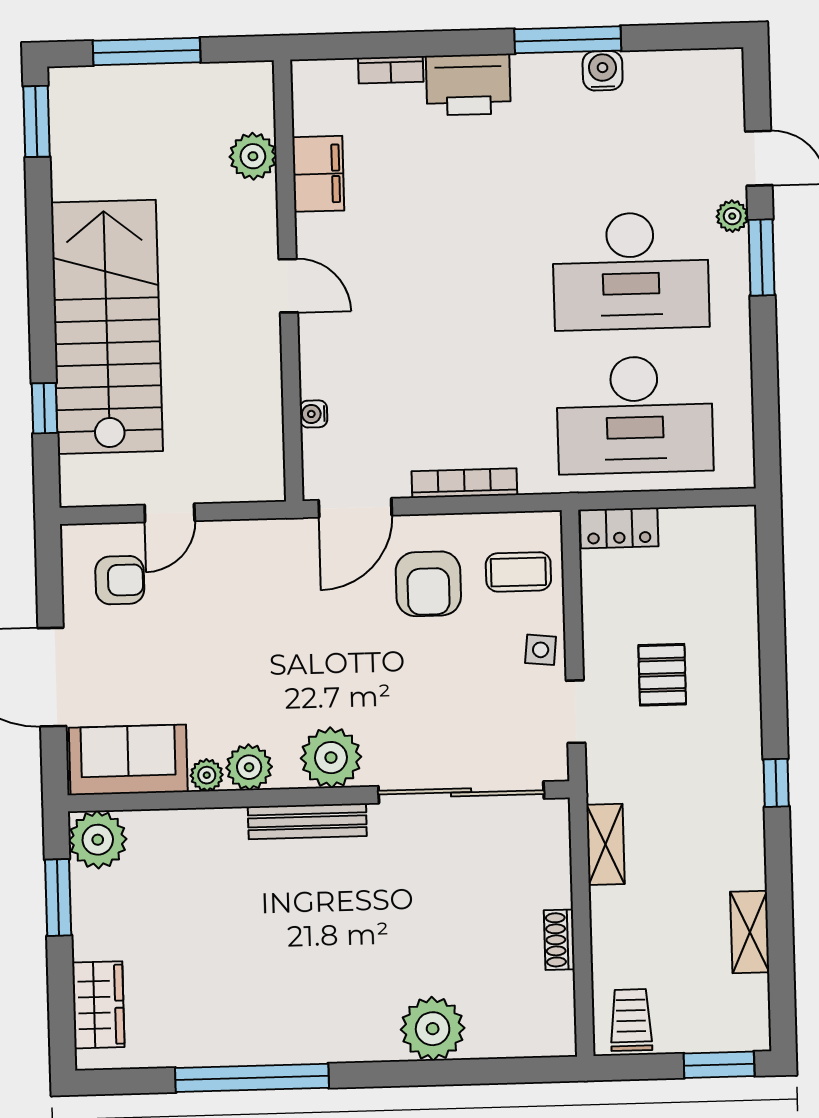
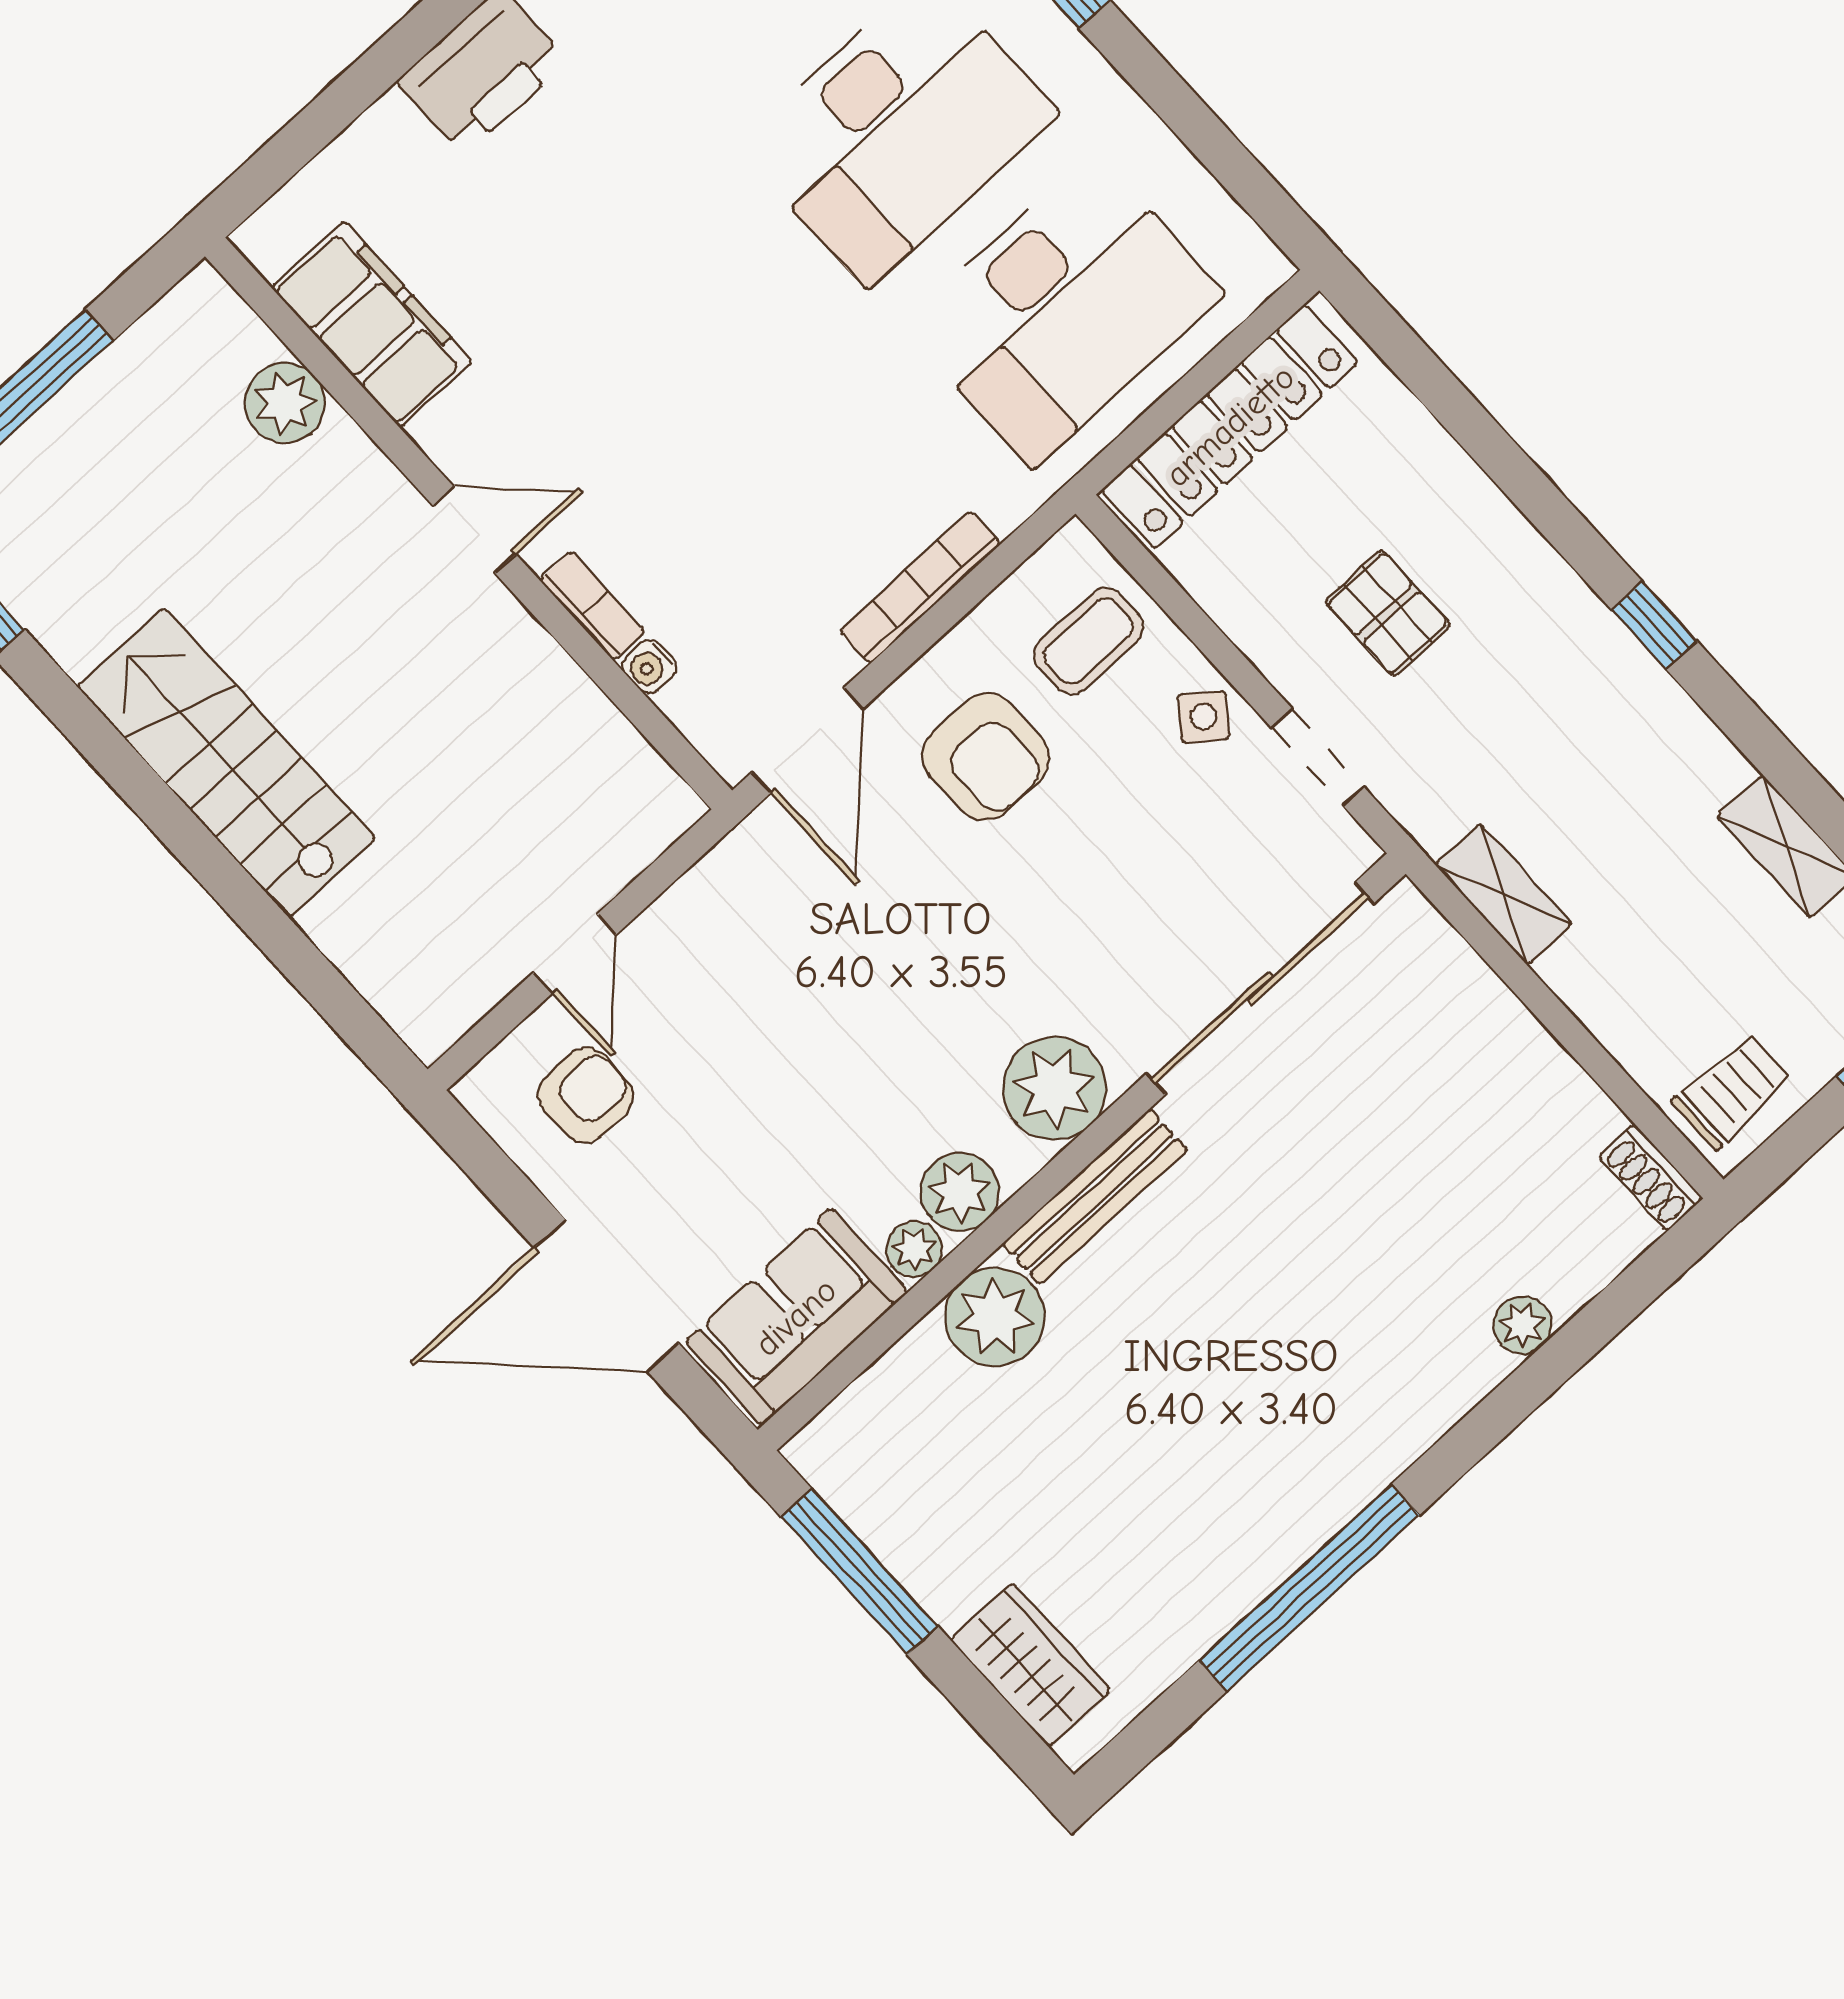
bookcase: (391, 70) -> (592, 606), moved, turned -90
filing cabinet: (318, 174) -> (372, 324), width x1.50, depth x1.17
stairs: (107, 327) -> (226, 763), width x0.73, depth x0.66
window: (44, 408) -> (298, 958), removed
locker: (619, 528) -> (1230, 426), width x2.16, depth x1.21
side table: (541, 650) -> (1204, 717), turned 32
plant: (98, 840) -> (995, 1317), moved
window: (58, 897) -> (860, 1572), width x1.44
shoe rack: (559, 940) -> (1651, 1178), moved
trolley: (631, 1020) -> (1732, 1091), turned 90
plant: (433, 1029) -> (1522, 1325), width x0.53, depth x0.53

